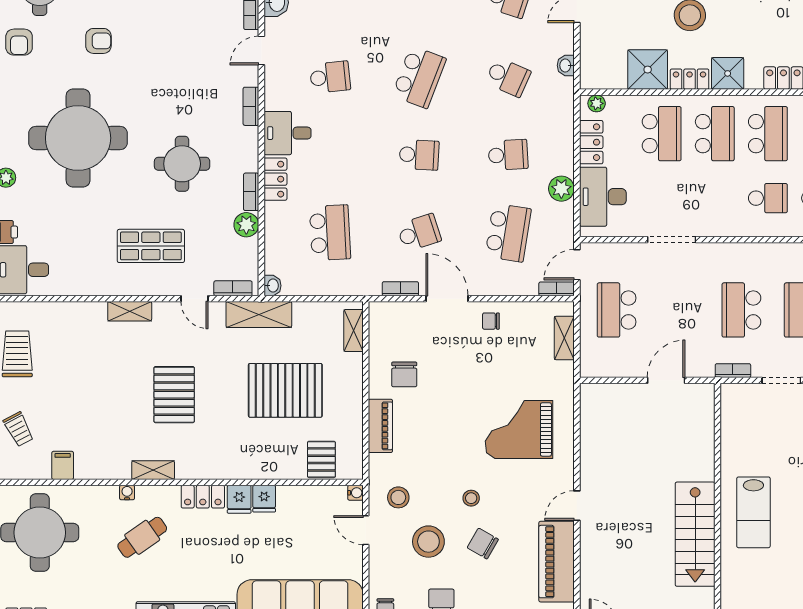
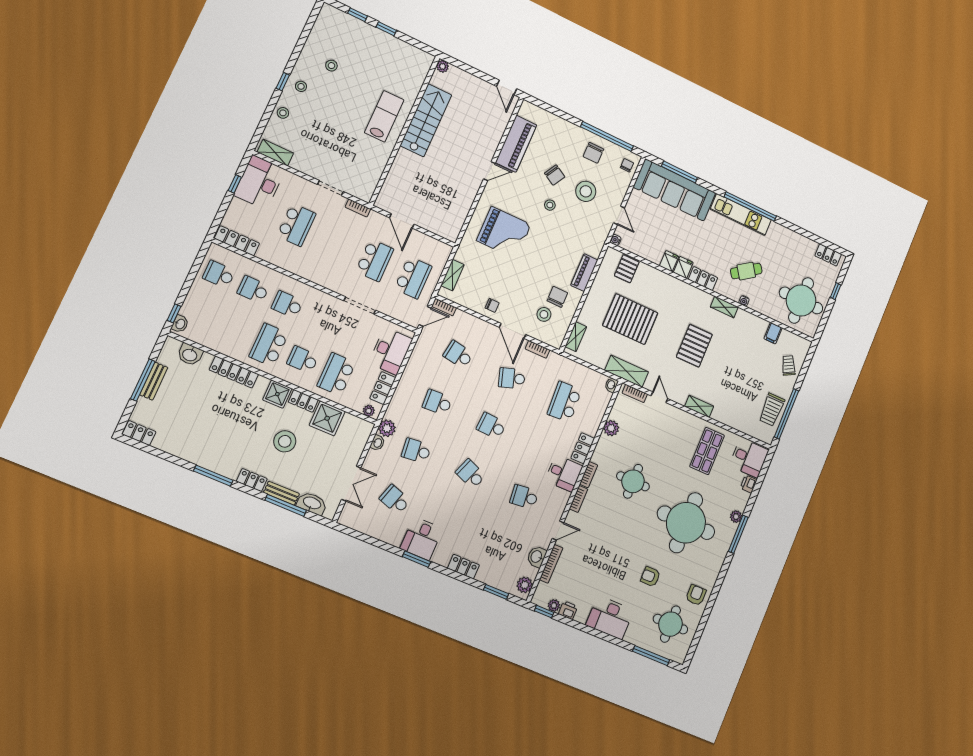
school desk: (419, 77) -> (471, 474), width x0.54
school desk: (508, 77) -> (416, 451), turned -30
school desk: (715, 134) -> (303, 360), width x0.54
plant: (561, 189) -> (387, 428), moved
bookcase: (251, 192) -> (589, 475), moved
school desk: (508, 233) -> (458, 355), width x0.54
shop shelf: (151, 246) -> (707, 451), moved, turned 90
school desk: (741, 310) -> (375, 260), moved
door: (666, 380) -> (402, 221), hinge flipped
stool: (398, 497) -> (544, 314), moved

